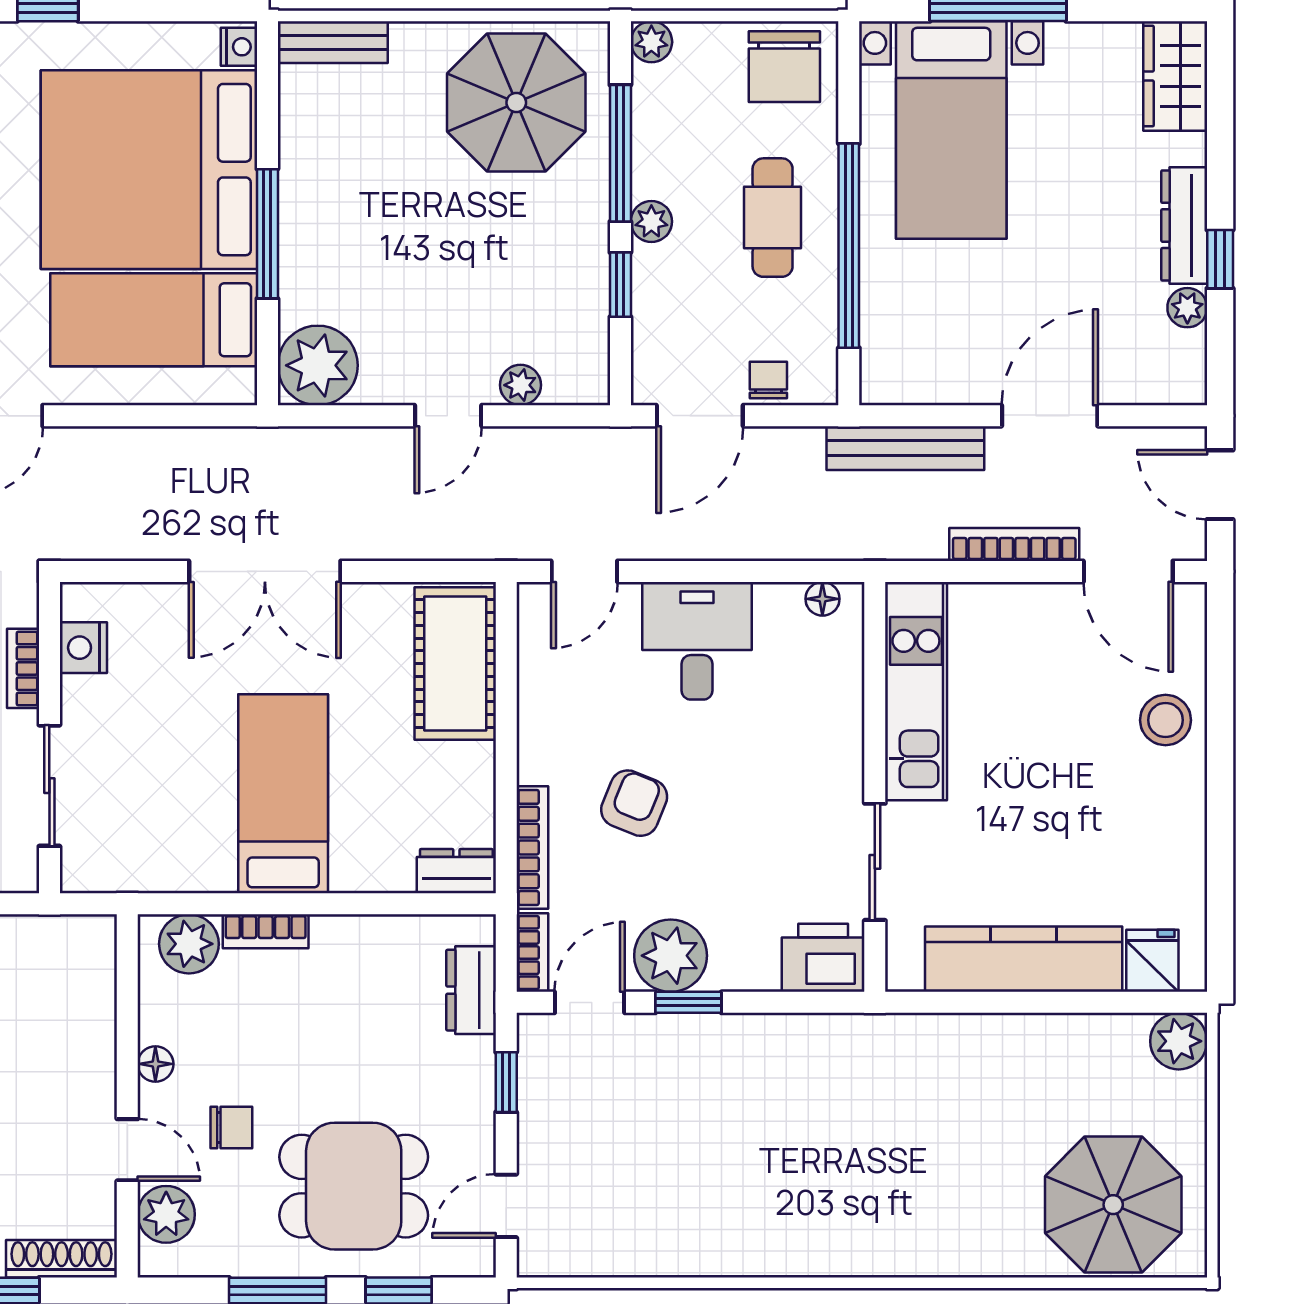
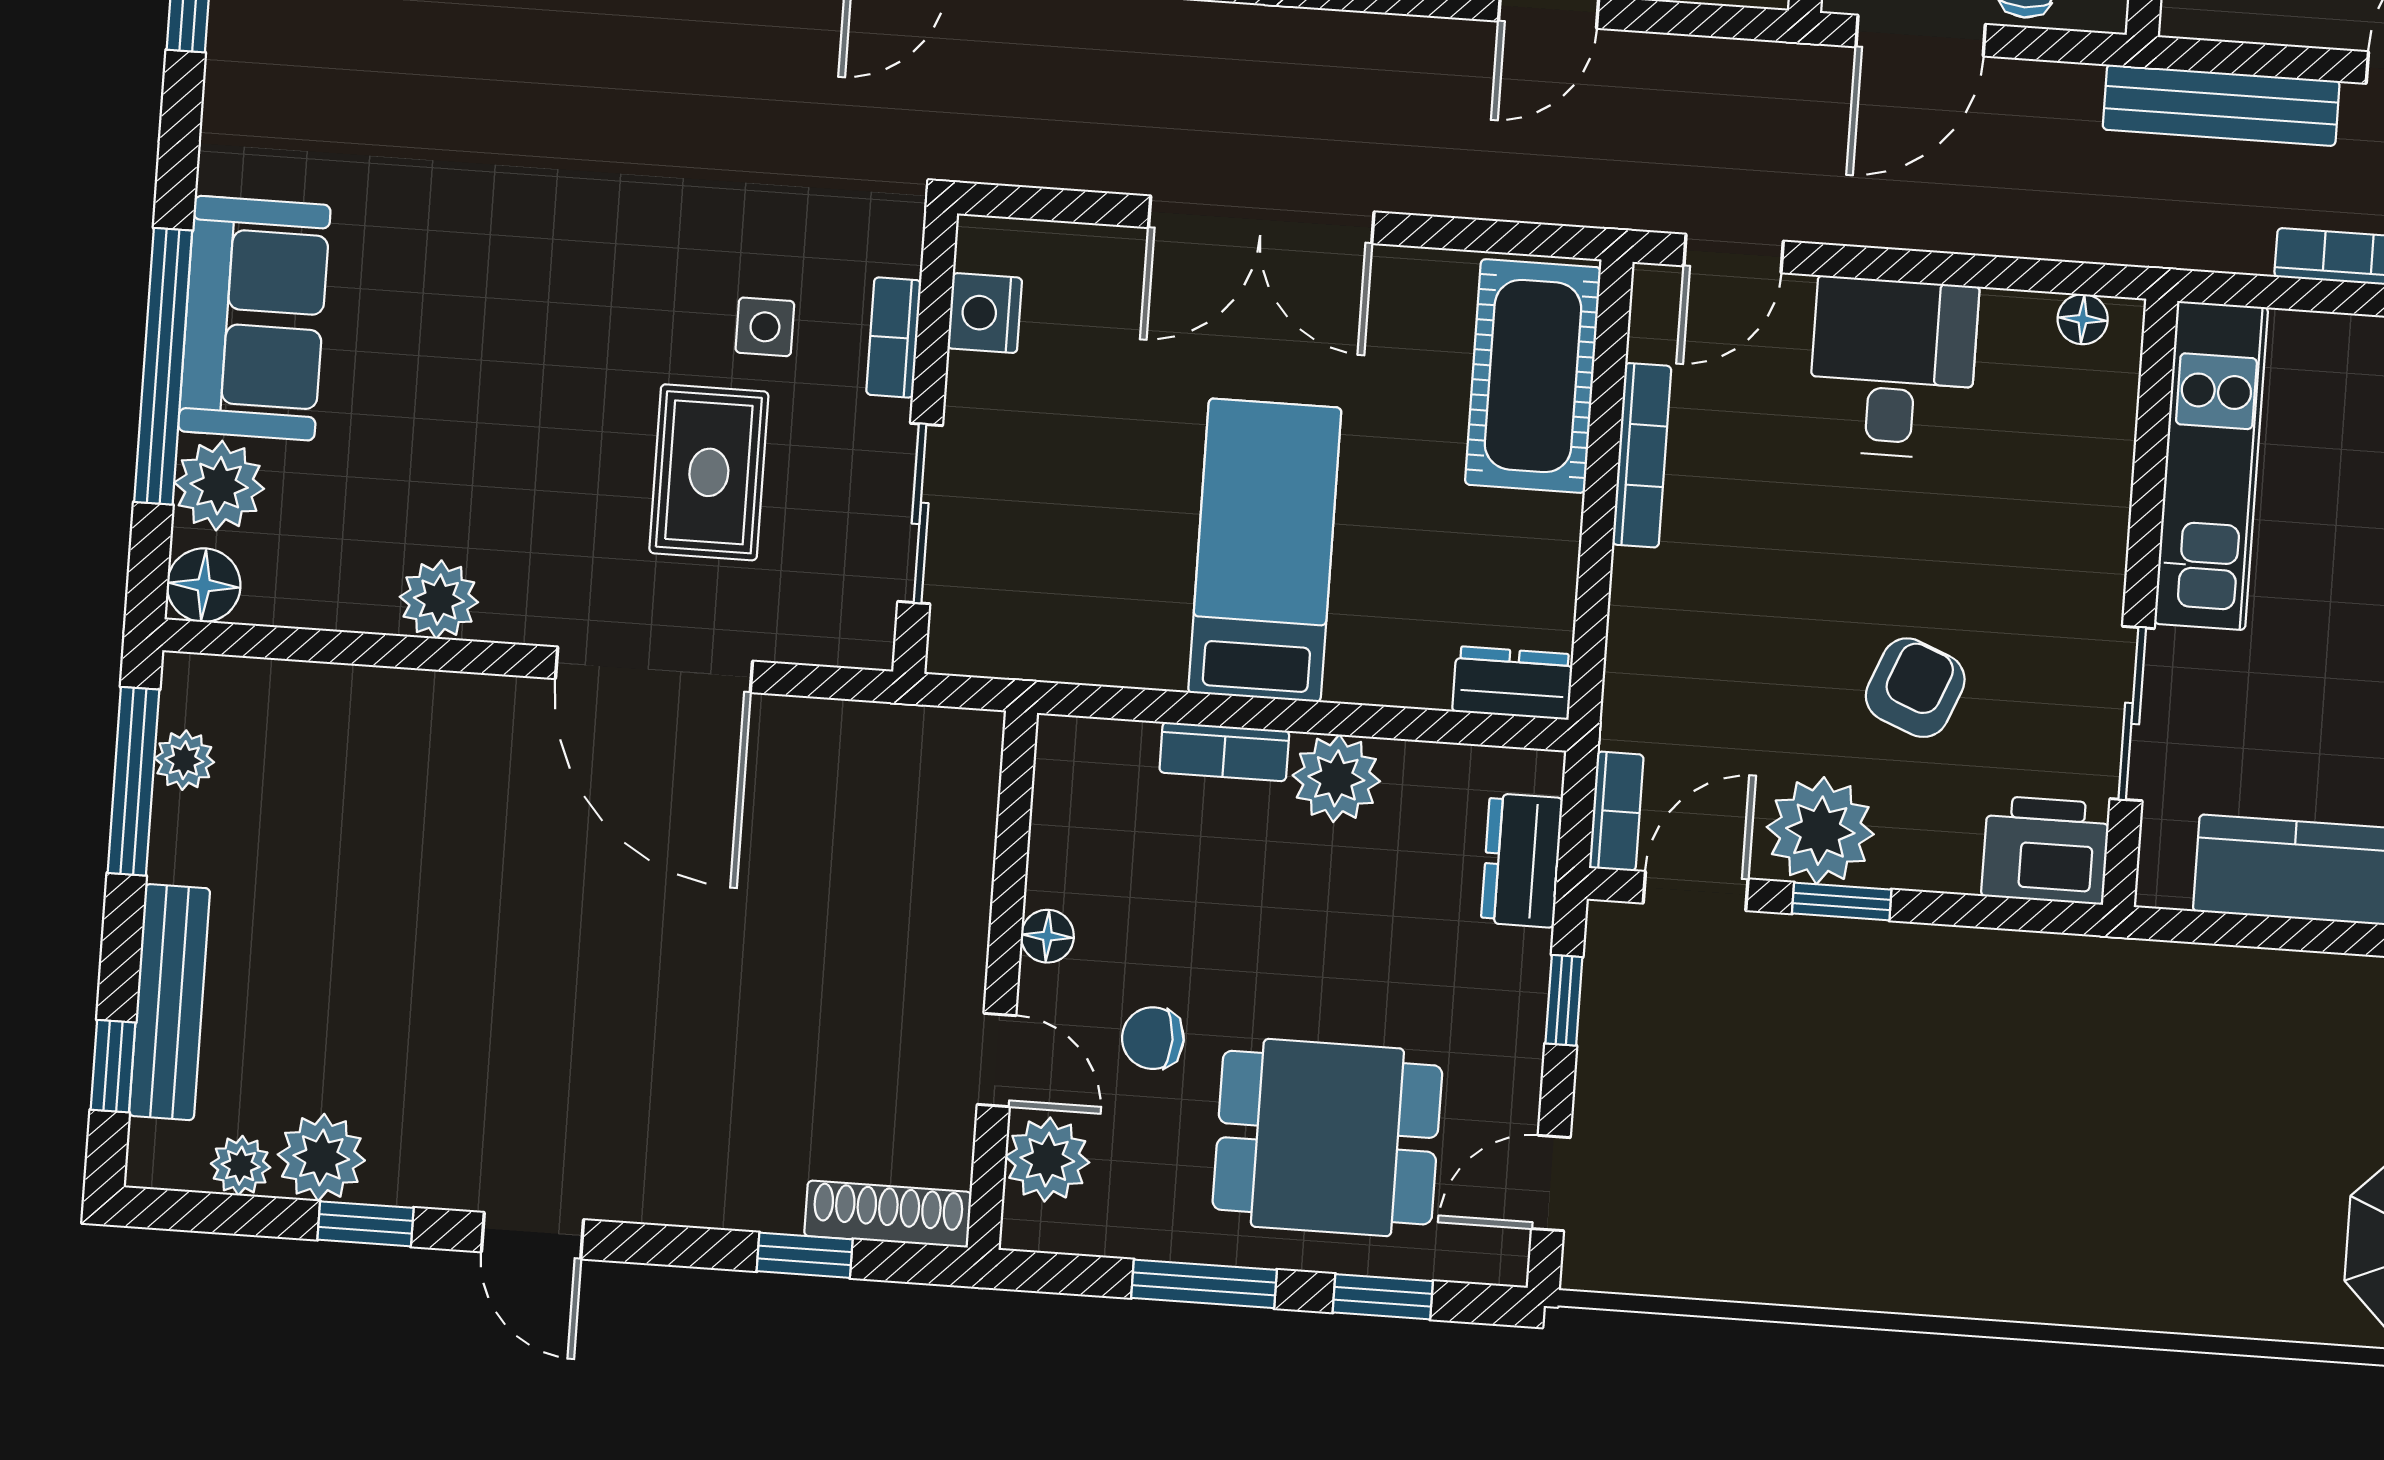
armchair: (634, 803) -> (1915, 688), moved
bookcase: (532, 847) -> (1642, 455), moved
plant: (189, 944) -> (1336, 778), moved
chair: (231, 1128) -> (1153, 1038), turned 180

